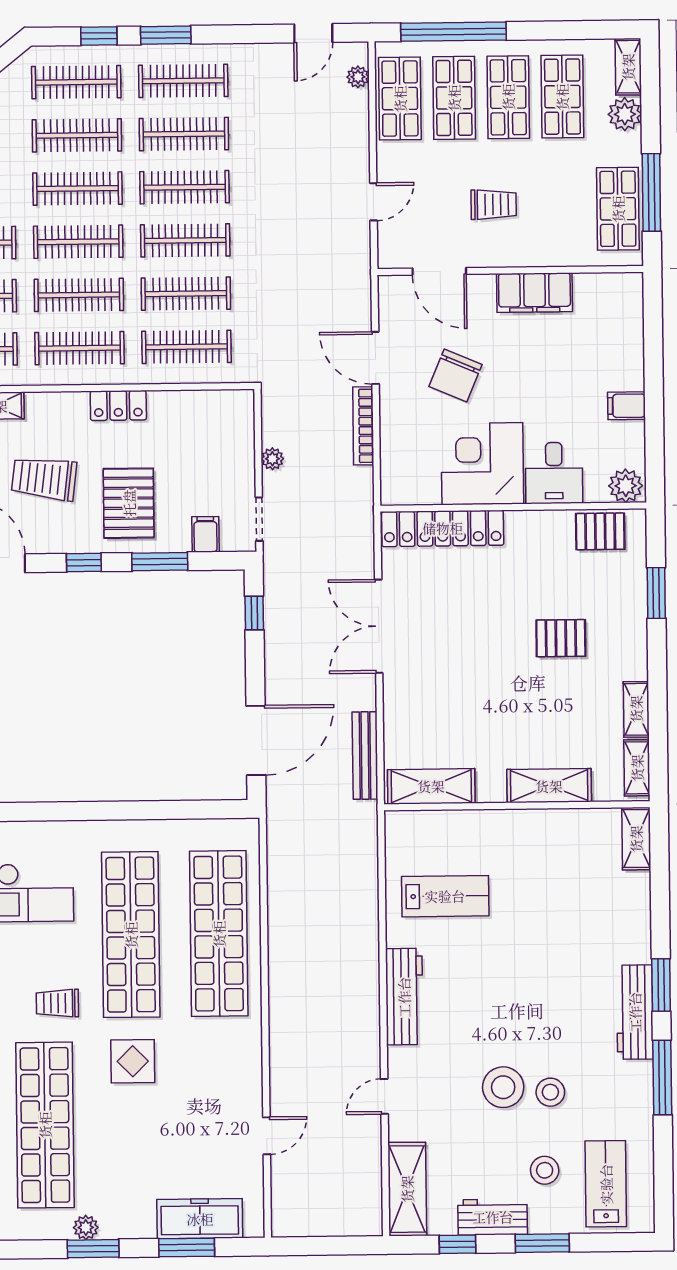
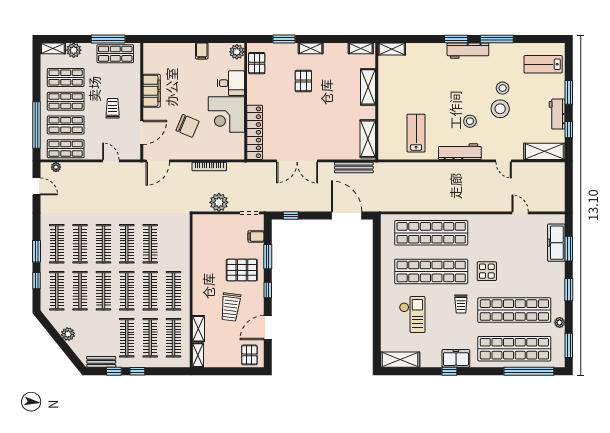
clothes rail: (187, 347) -> (174, 244), removed
door: (375, 358) -> (158, 161), moved
locker: (118, 405) -> (199, 274), removed
plant: (272, 459) -> (219, 202), width x1.87, depth x1.87
shelving: (636, 709) -> (311, 48), moved
stool: (545, 1170) -> (470, 121), moved
plant: (86, 1227) -> (560, 322), moved

